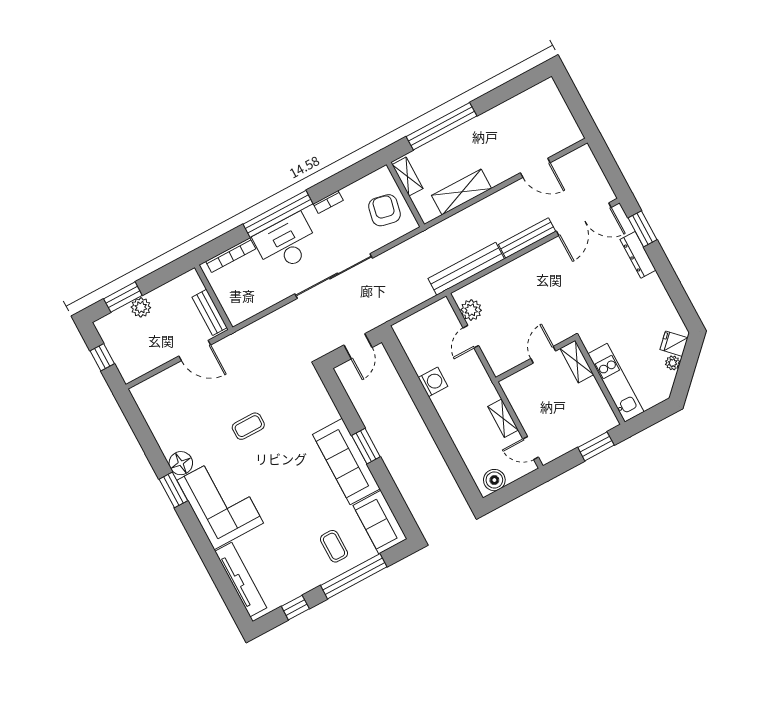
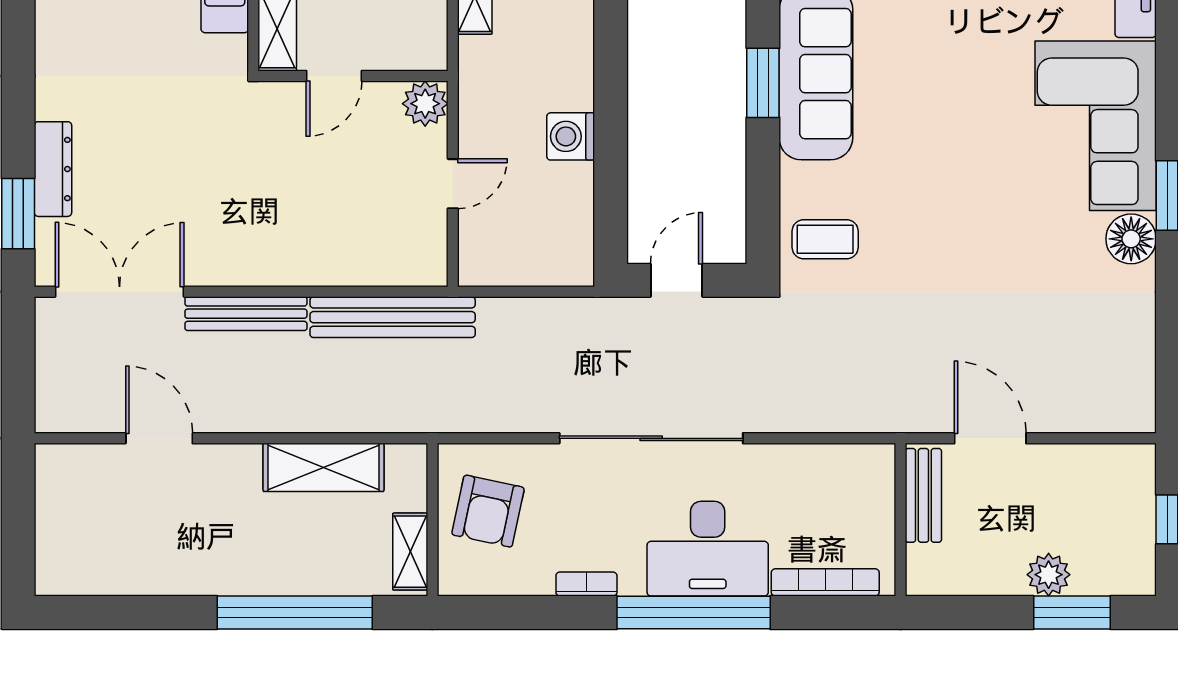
plant: (471, 310) -> (425, 104), moved
coffee table: (248, 426) -> (825, 239), moved

